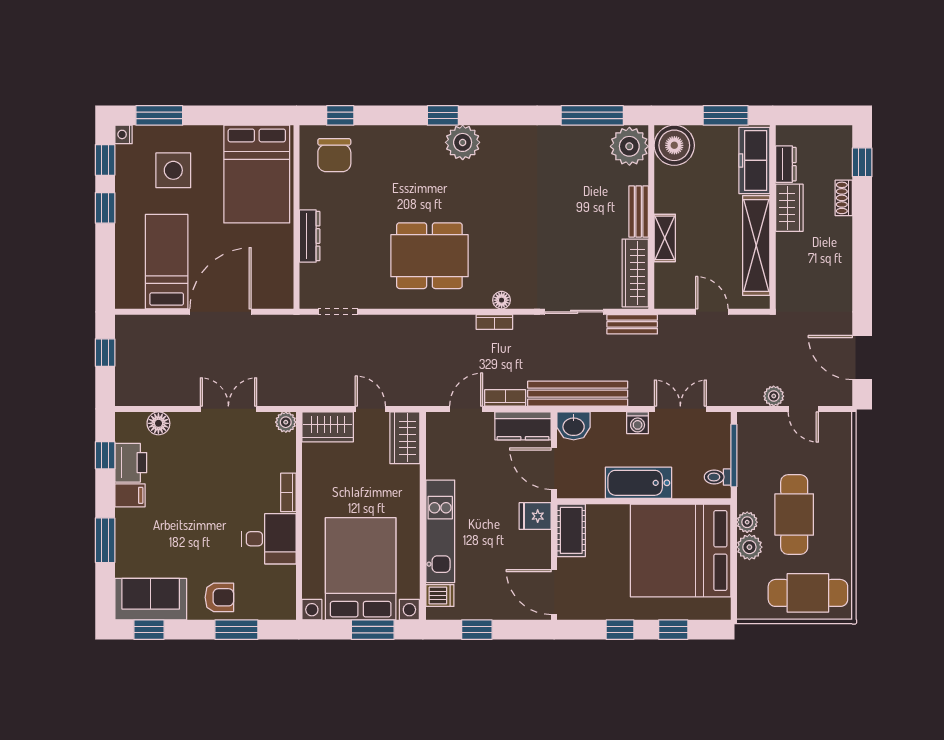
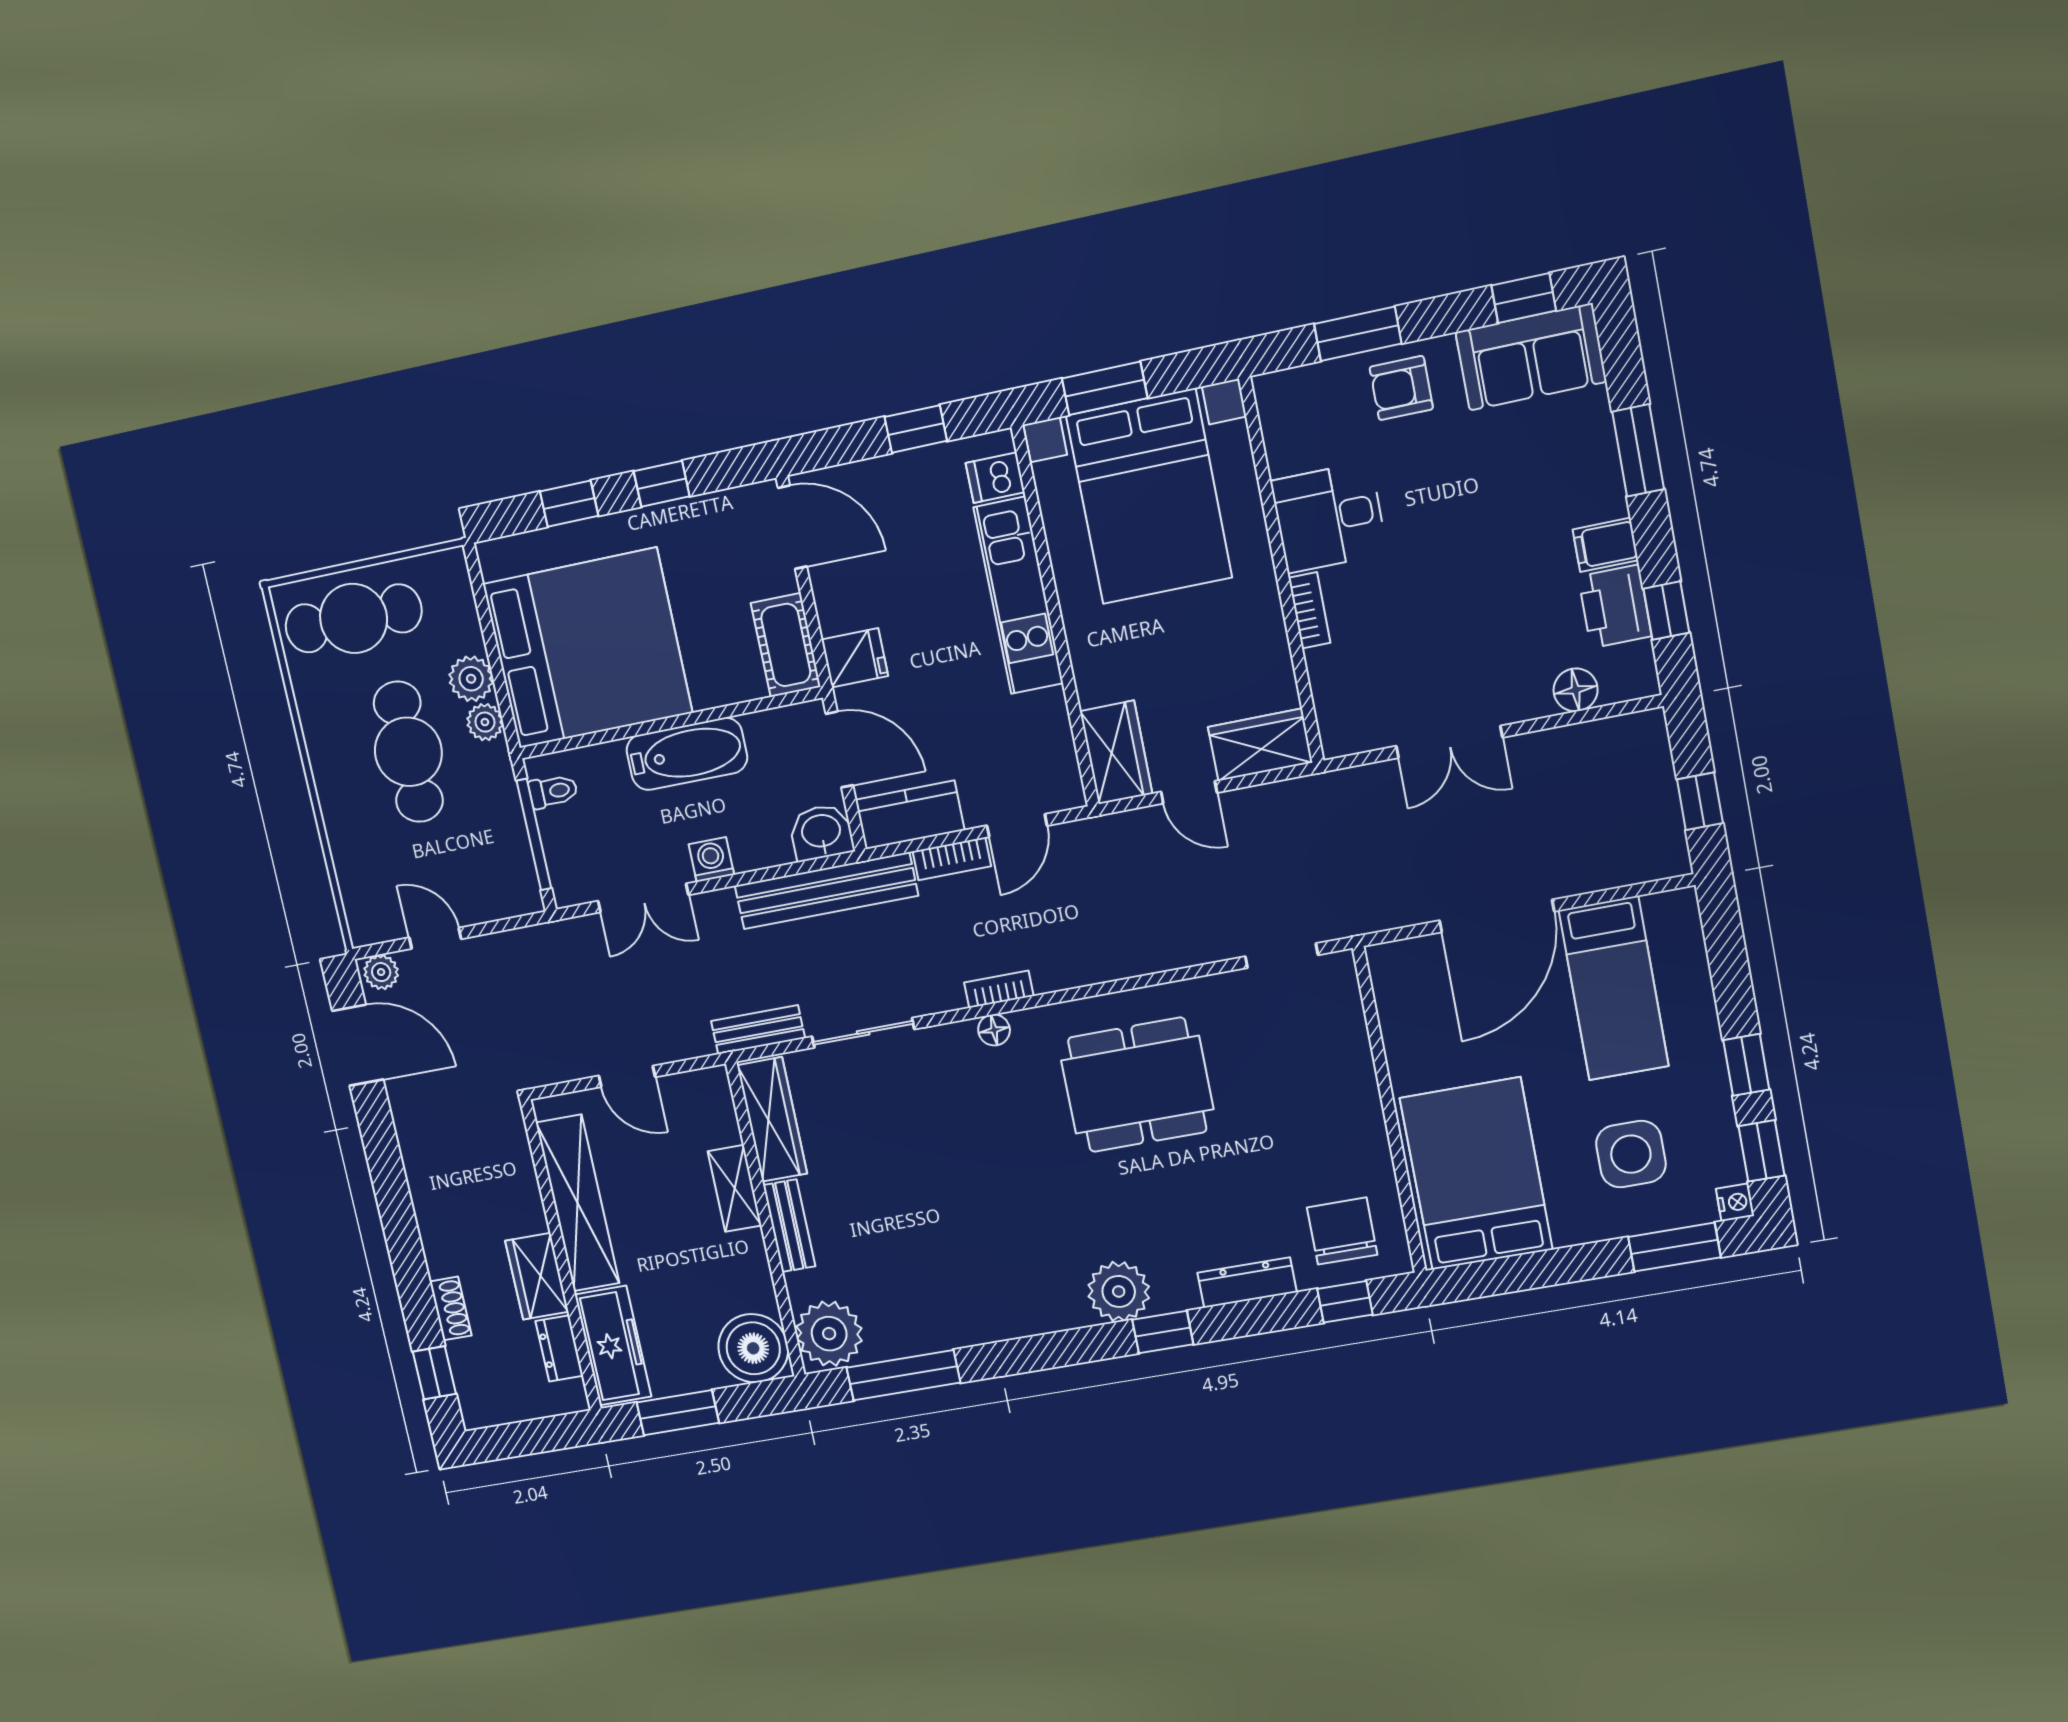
dresser: (310, 236) -> (1247, 1283), moved, turned 90
plant: (774, 396) -> (381, 972), moved
plant: (286, 422) -> (1339, 738), removed

